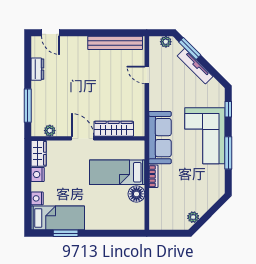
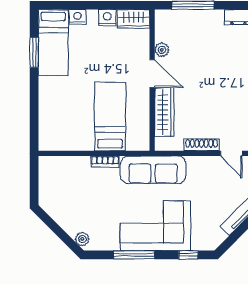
door: (147, 75) -> (231, 153), swing flipped
shoe rack: (140, 99) -> (201, 145), added
plant: (50, 131) -> (162, 50), moved
door: (83, 138) -> (152, 74), hinge flipped
floor lamp: (136, 194) -> (83, 141), removed
plant: (193, 217) -> (82, 239), moved

